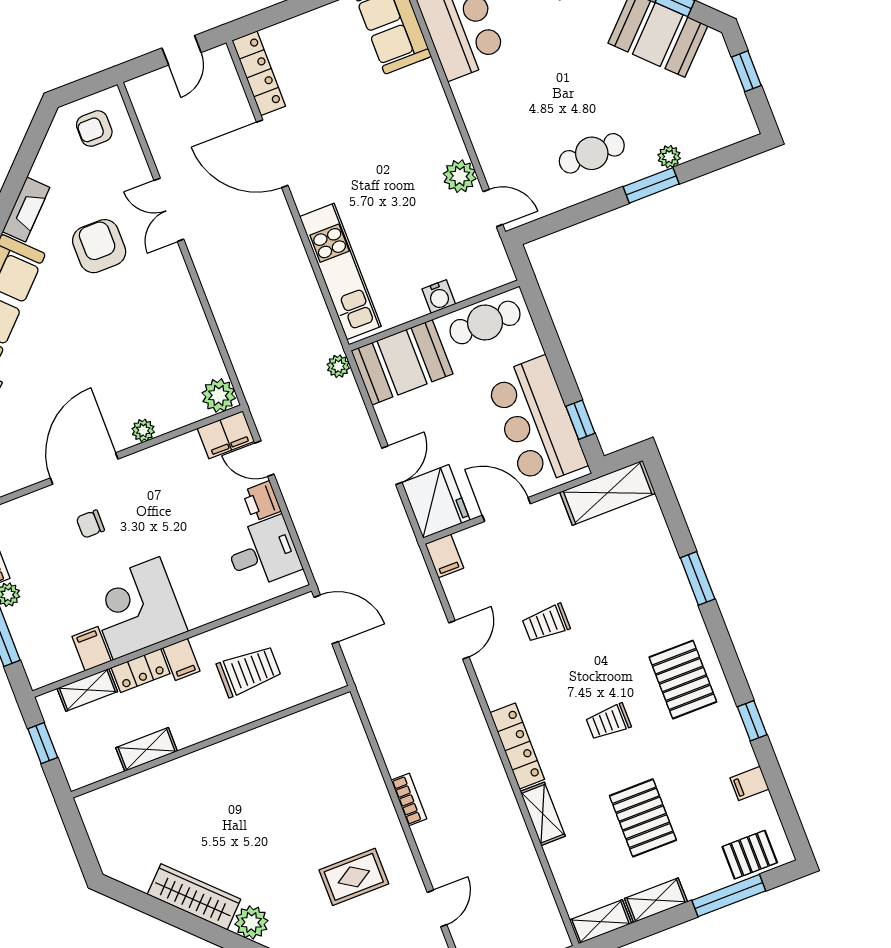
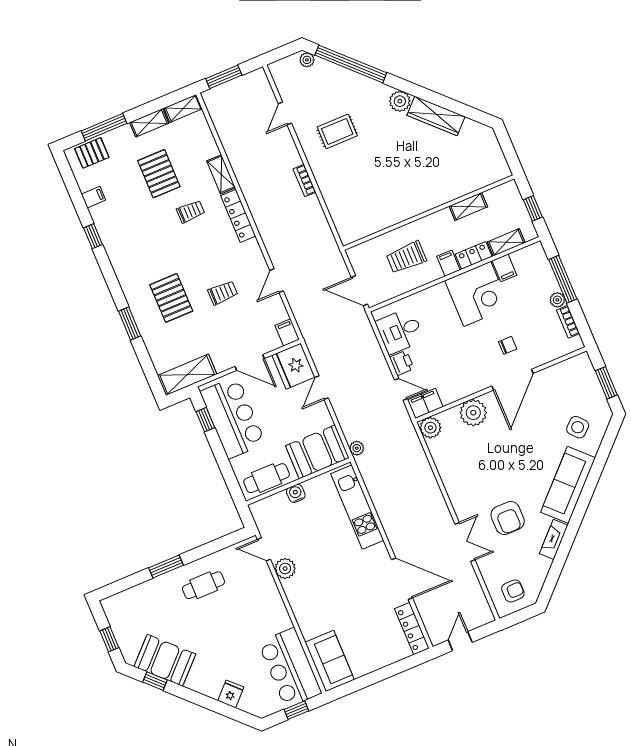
plant: (669, 157) -> (155, 585), removed
plant: (143, 430) -> (473, 413), width x1.88, depth x1.88
pallet: (683, 680) -> (171, 298), moved
trolley: (608, 722) -> (191, 212), moved

